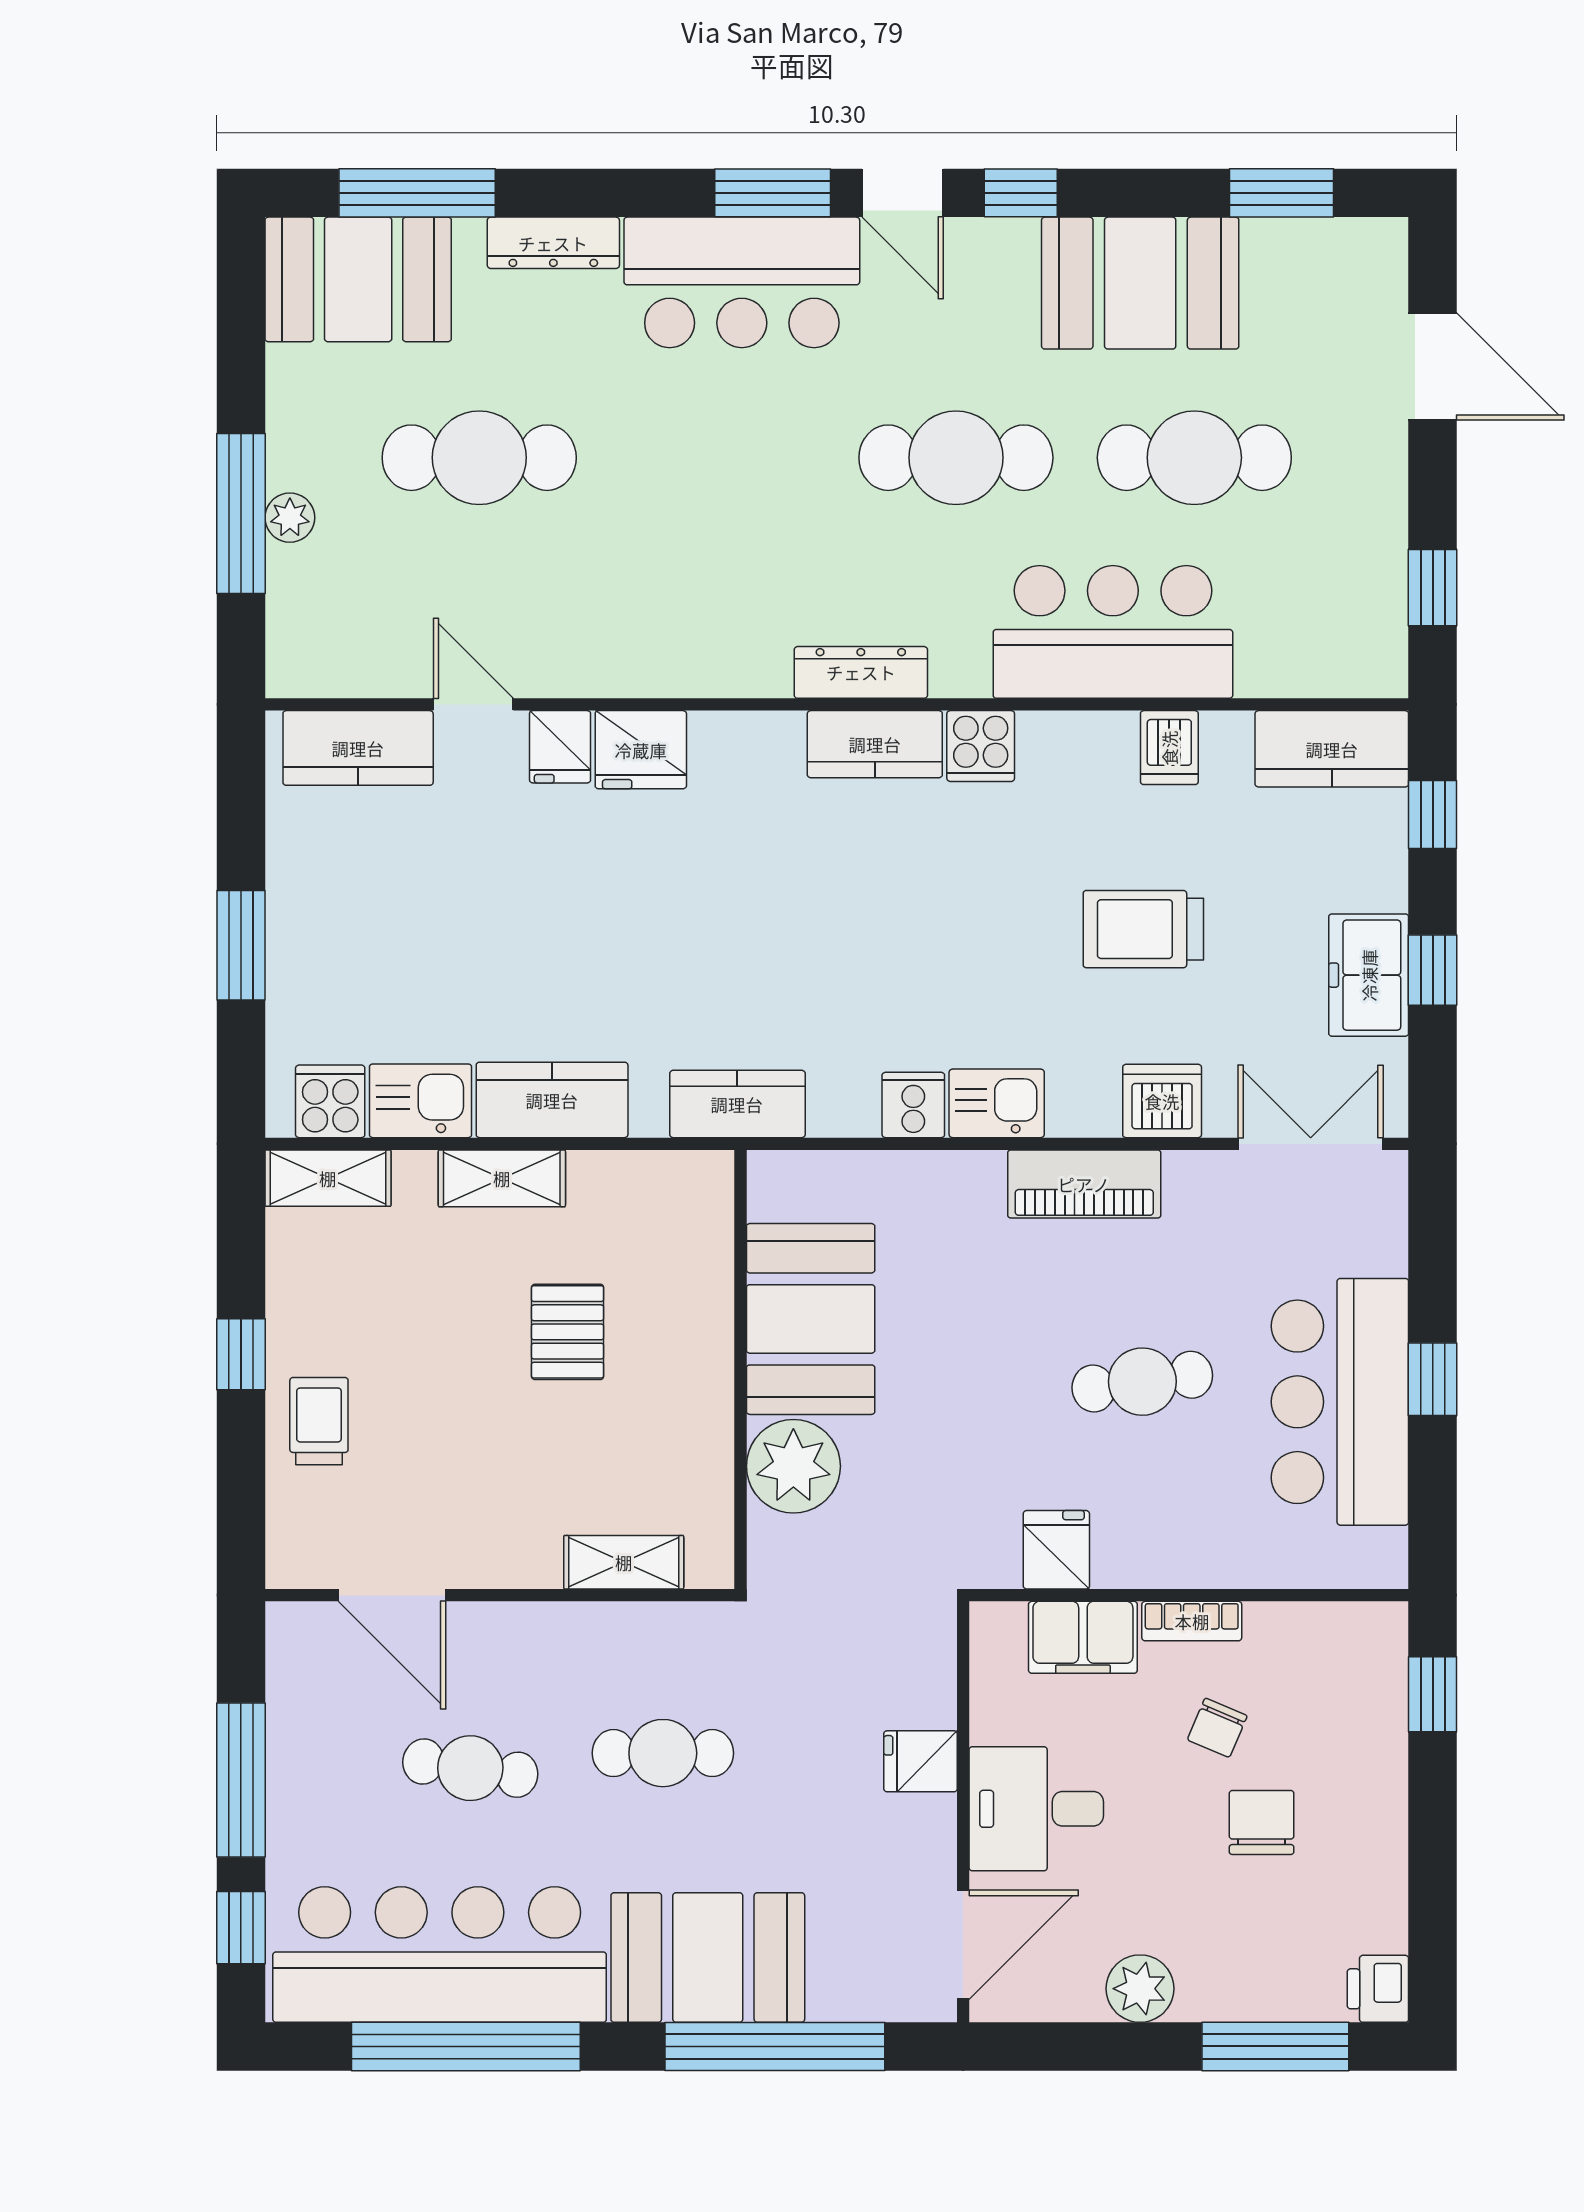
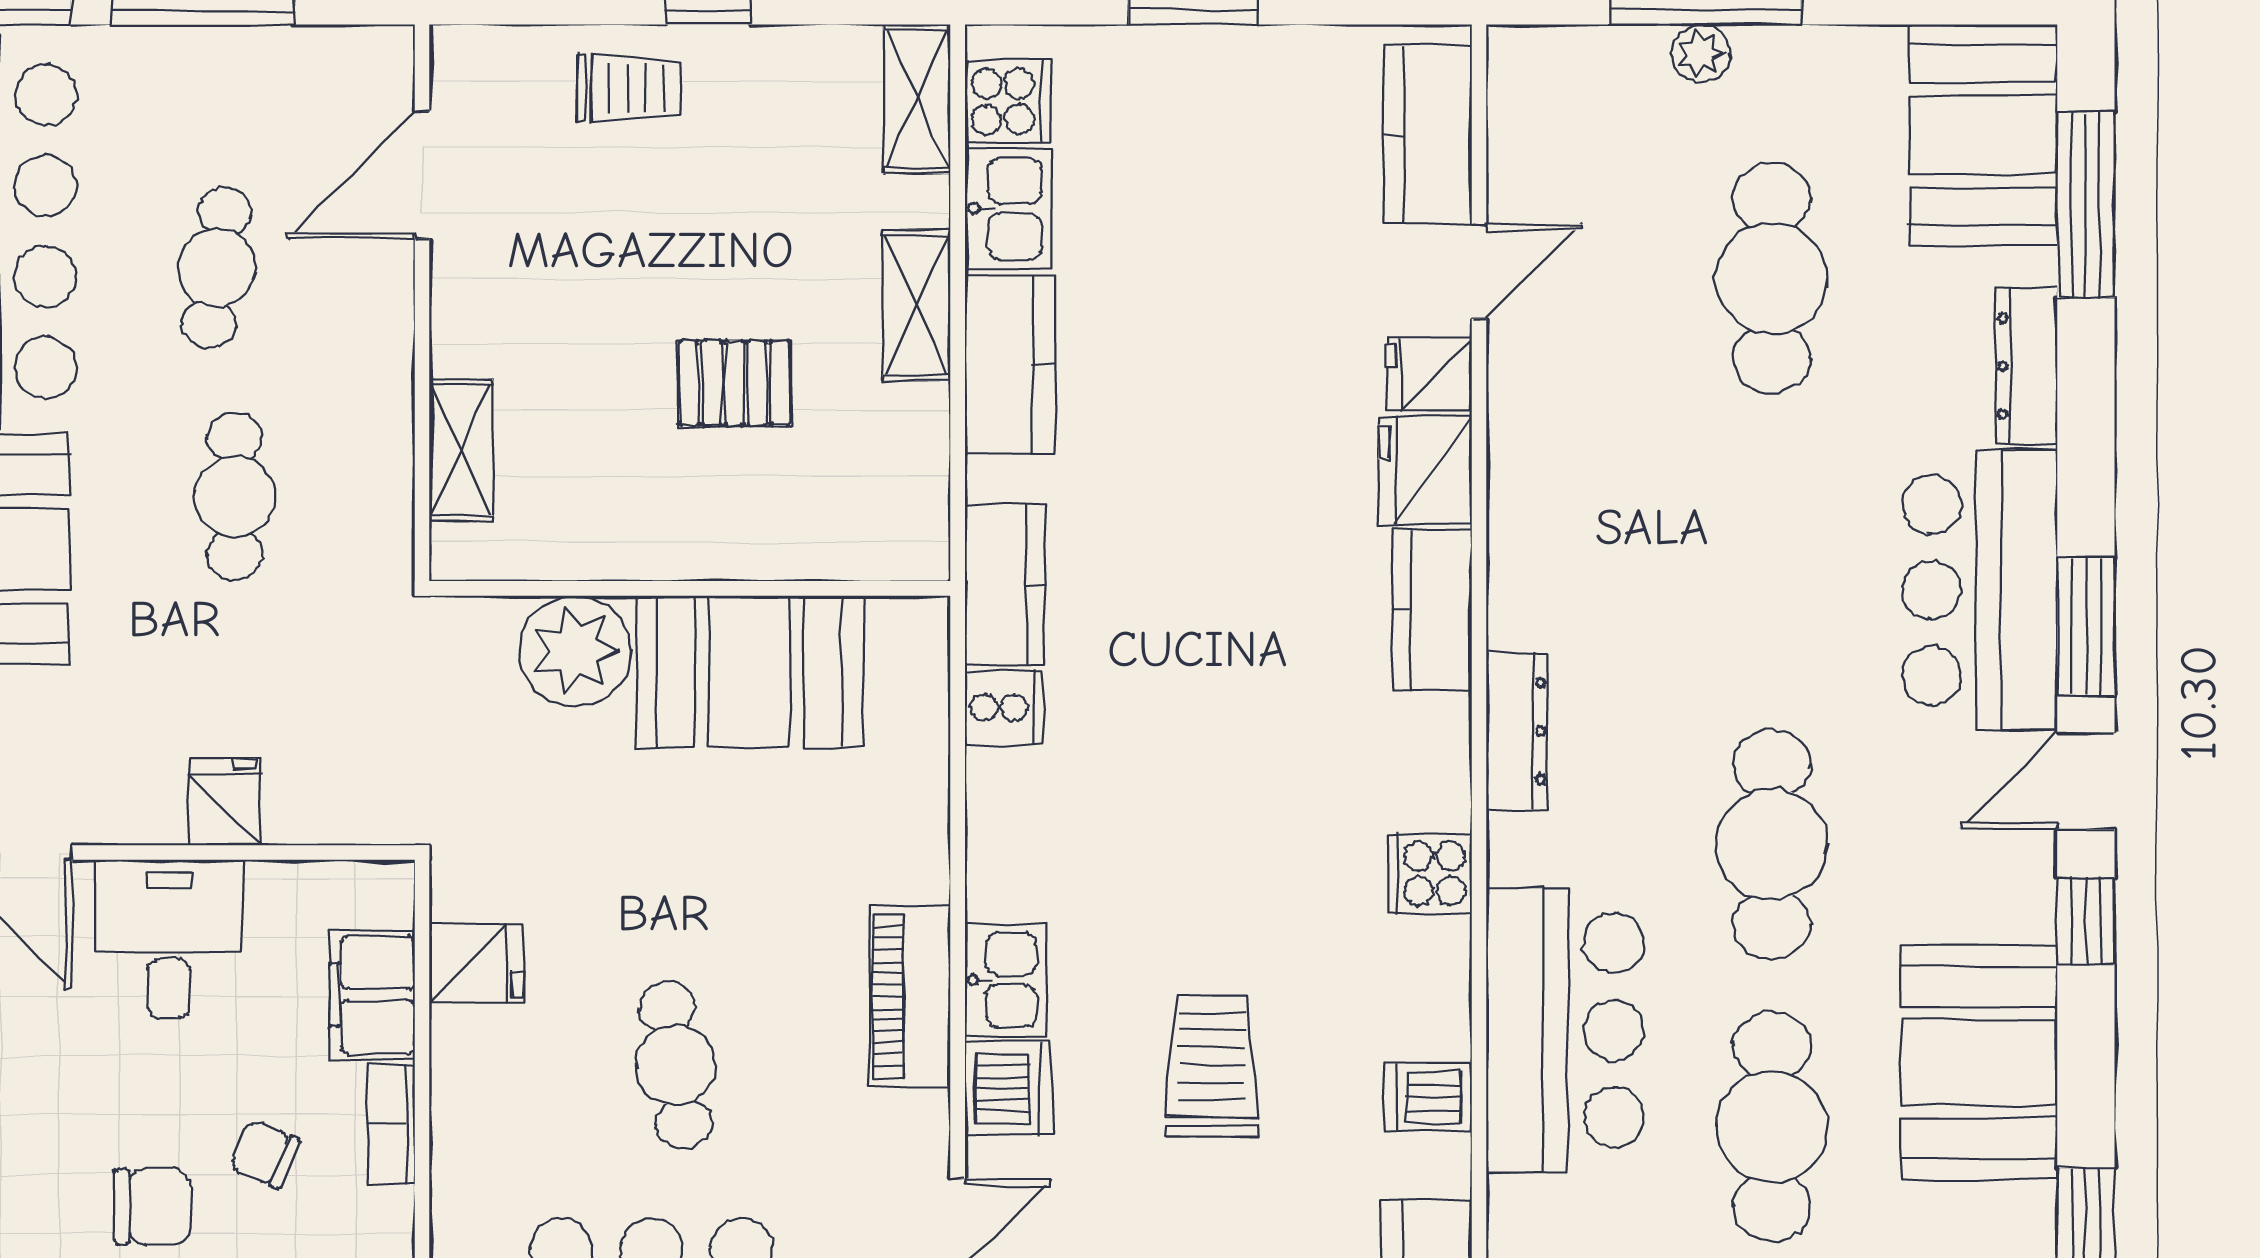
kitchen counter: (875, 744) -> (1432, 610), moved
kitchen sink: (997, 1103) -> (1006, 980), moved
cooker: (913, 1105) -> (1004, 708), moved

